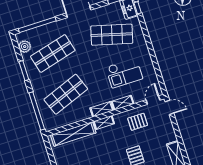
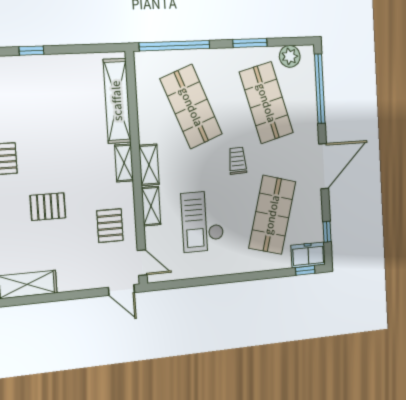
trolley: (88, 62) -> (237, 161), added
door: (169, 107) -> (121, 290), hinge flipped

